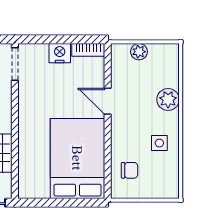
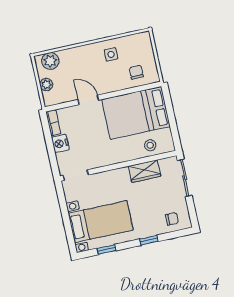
plant: (168, 100) -> (50, 61), moved
door: (108, 101) -> (88, 100), swing flipped
stool: (32, 168) -> (150, 145), added

